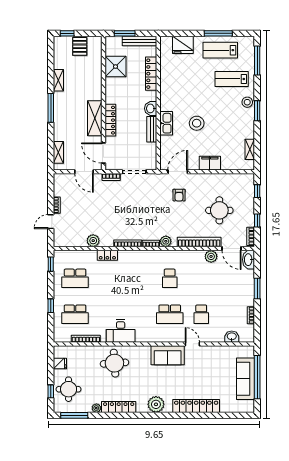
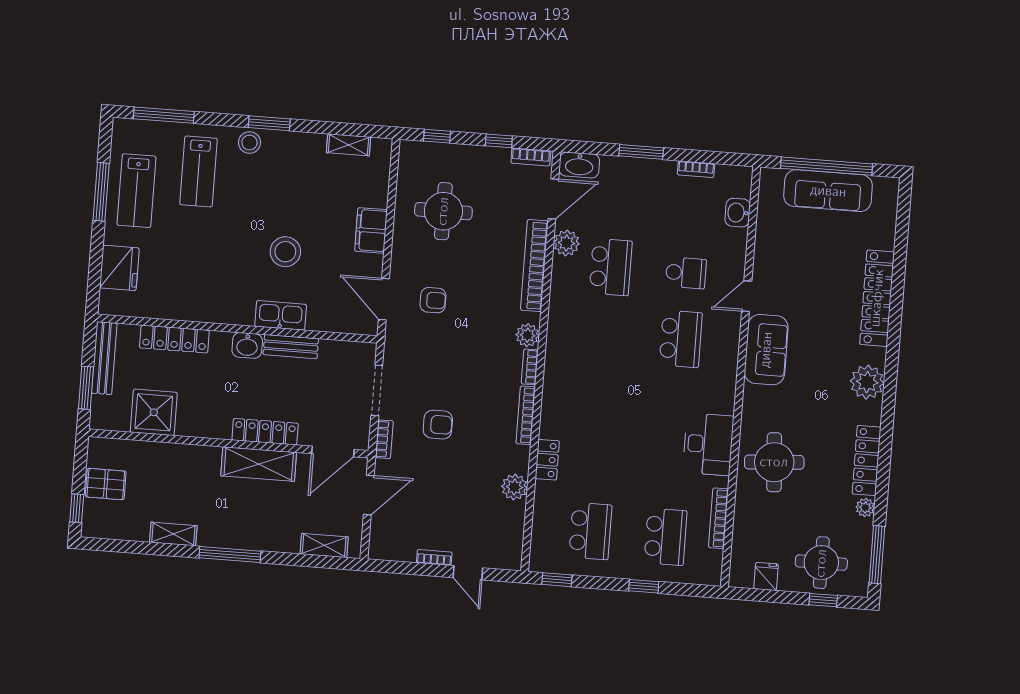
armchair: (120, 202) -> (438, 425), added
round table: (219, 210) -> (443, 211), moved
school desk: (170, 278) -> (611, 267), moved, width x1.85

